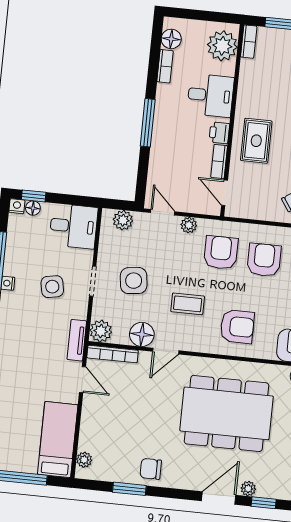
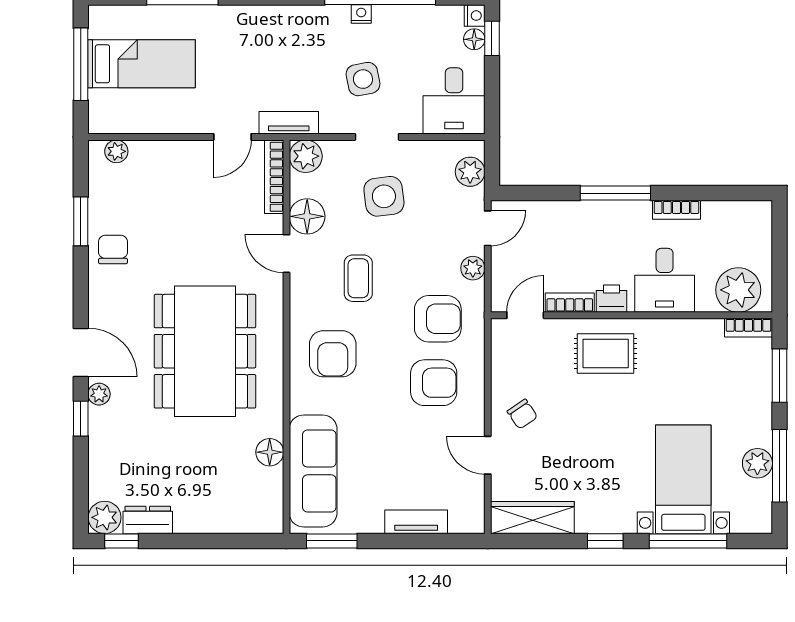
floor lamp: (171, 39) -> (741, 215), removed
bookcase: (165, 66) -> (676, 210), moved
bed: (58, 440) -> (142, 64), moved

